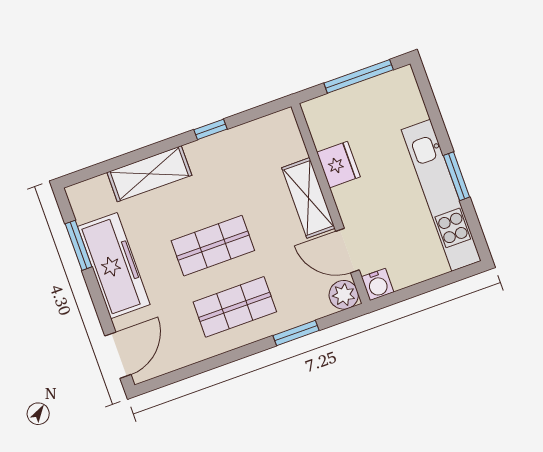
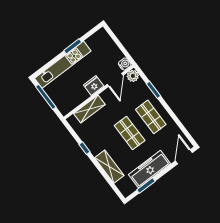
fridge: (338, 165) -> (94, 86), moved
kitchen unit: (441, 195) -> (63, 65), moved
shelving: (308, 198) -> (89, 109), moved
door: (118, 355) -> (184, 157), hinge flipped

